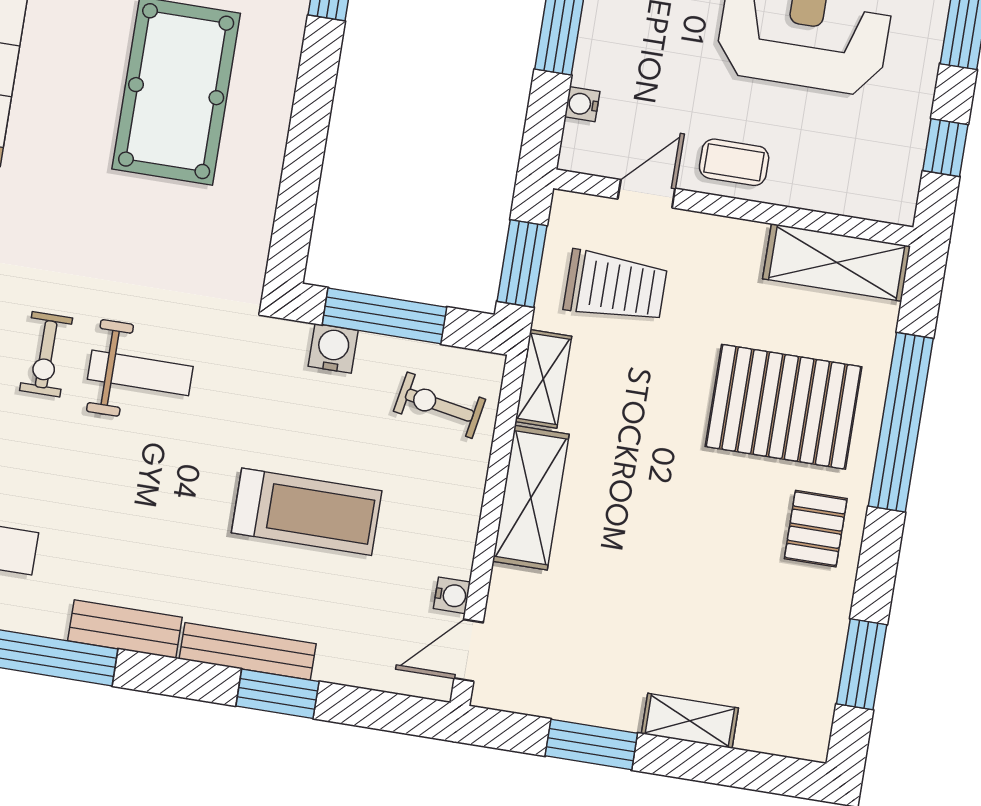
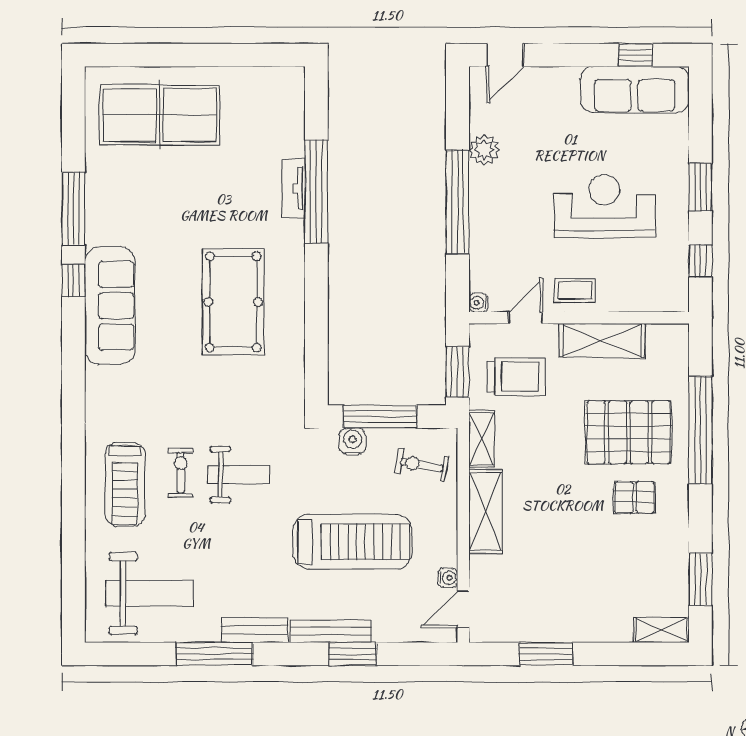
water cooler: (582, 104) -> (478, 303), moved
shelving: (837, 262) -> (602, 341), moved
exercise bike: (46, 354) -> (181, 473), turned 180
treadmill: (307, 512) -> (352, 542), width x1.37, depth x1.38
pallet: (816, 529) -> (634, 497), moved, turned 90
shelving: (690, 721) -> (661, 630), moved

